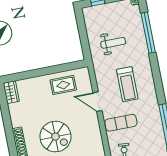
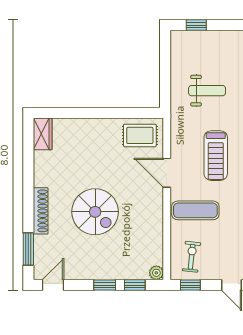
rug: (63, 85) -> (140, 135), moved

